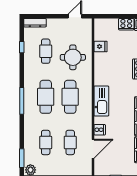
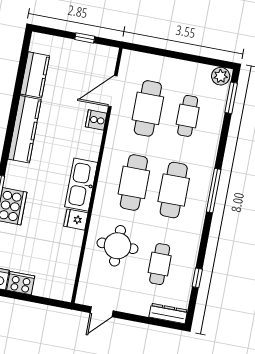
fridge: (101, 46) -> (76, 220), moved
kitchen sink: (101, 101) -> (81, 185), moved
cafe table: (70, 142) -> (148, 108), width x1.37, depth x1.35

